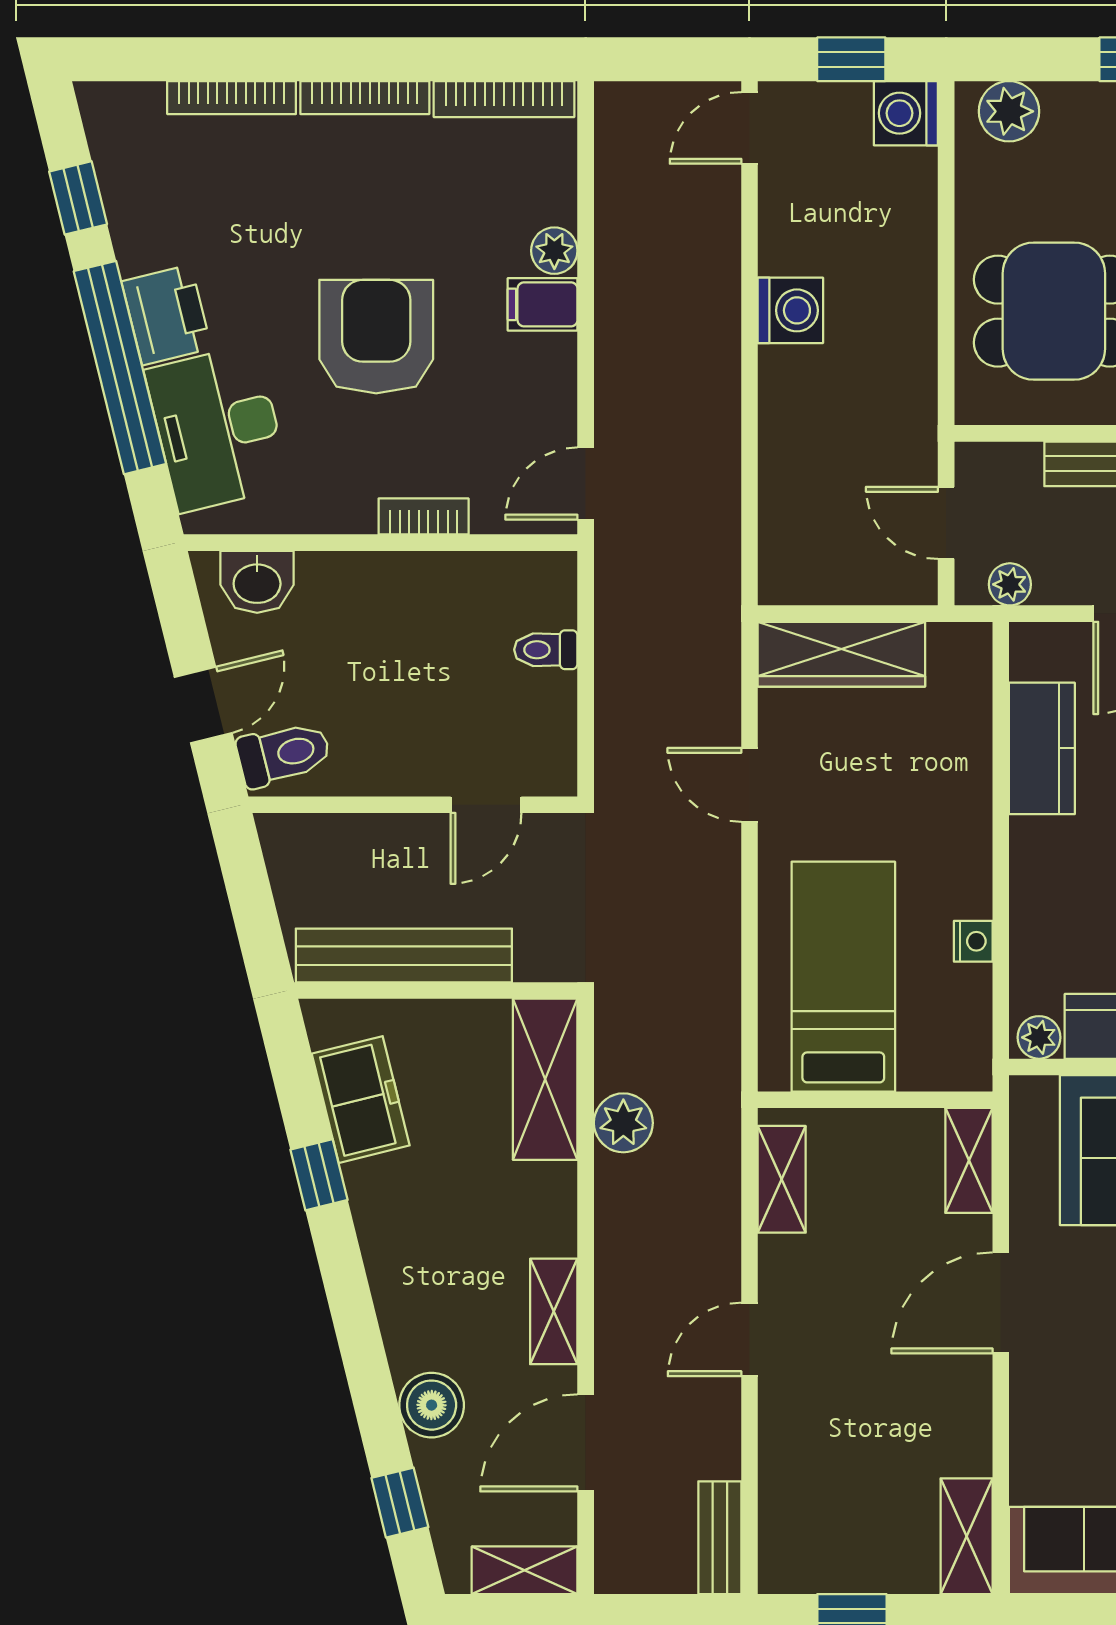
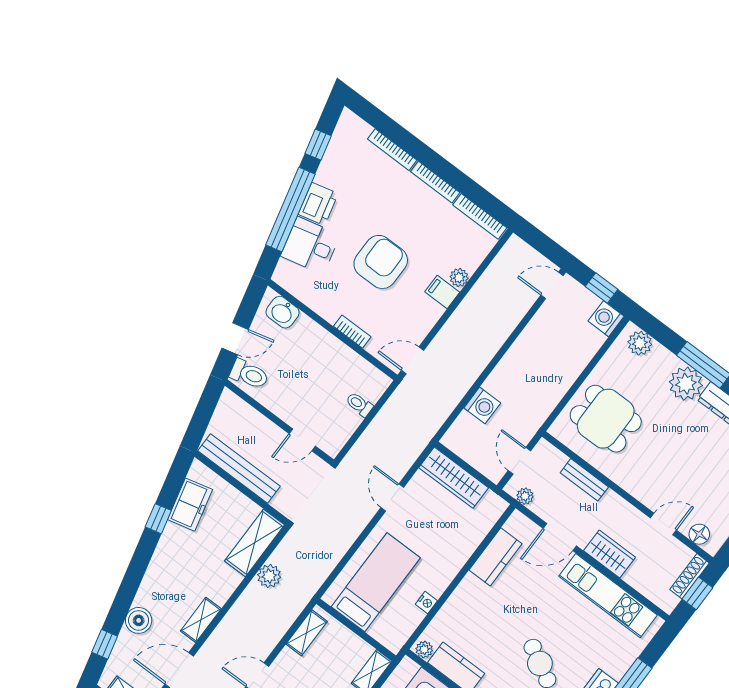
washing machine: (790, 310) -> (482, 405), moved
desk: (218, 428) -> (310, 245), width x0.73

